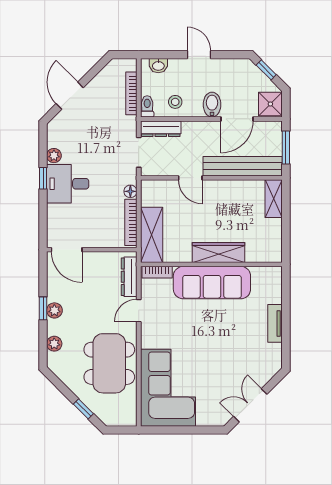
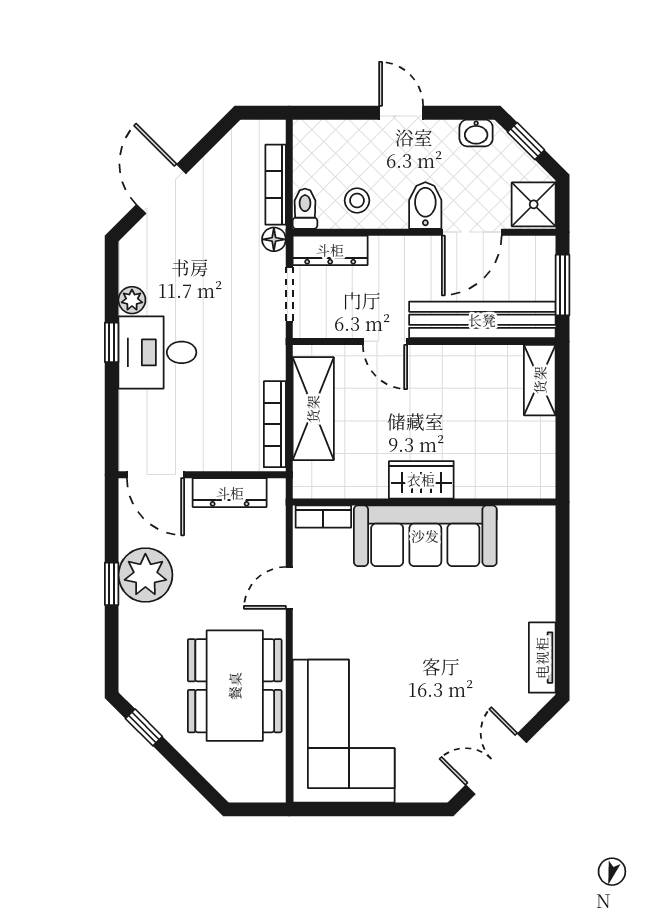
washbasin: (158, 66) -> (476, 133), moved
floor lamp: (130, 191) -> (274, 239), moved
shelving: (152, 235) -> (313, 409), moved
wardrobe: (219, 252) -> (421, 480), width x0.67
dresser: (129, 277) -> (230, 493), moved, turned -90
plant: (54, 310) -> (145, 575), width x1.88, depth x1.88
tv unit: (275, 323) -> (542, 658), moved
plant: (54, 344) -> (132, 649), removed
window: (83, 409) -> (144, 727), moved

